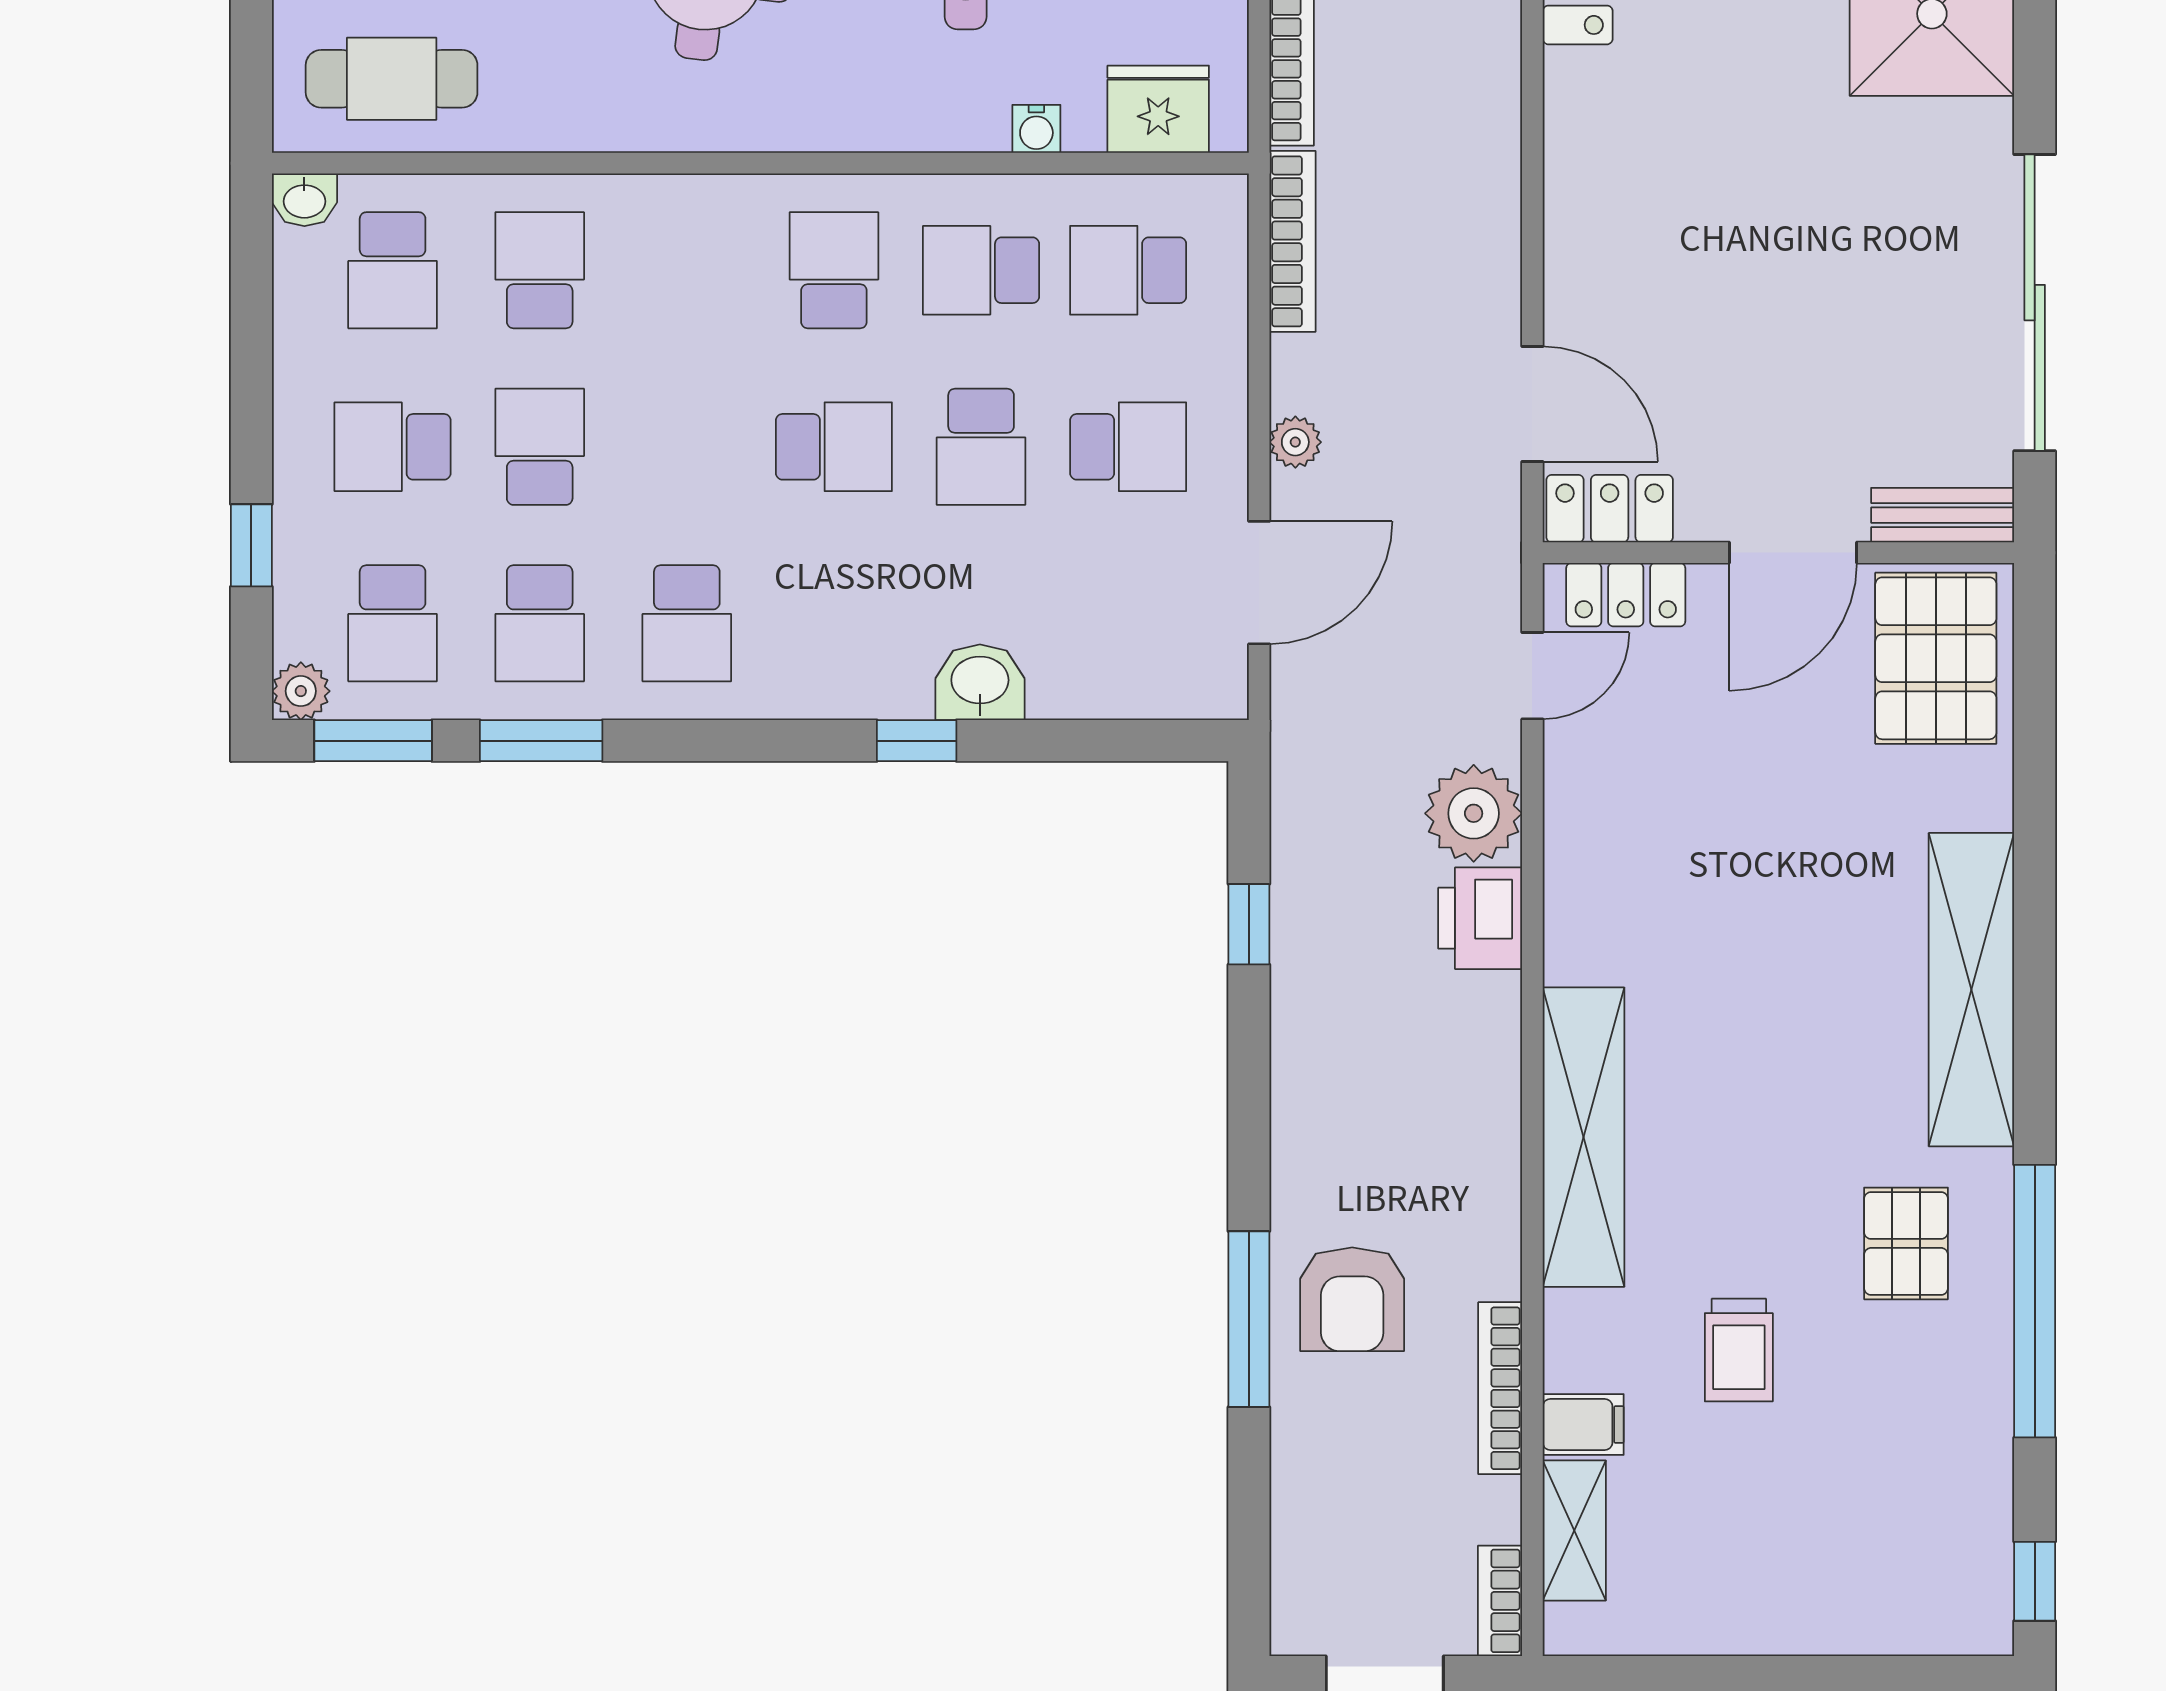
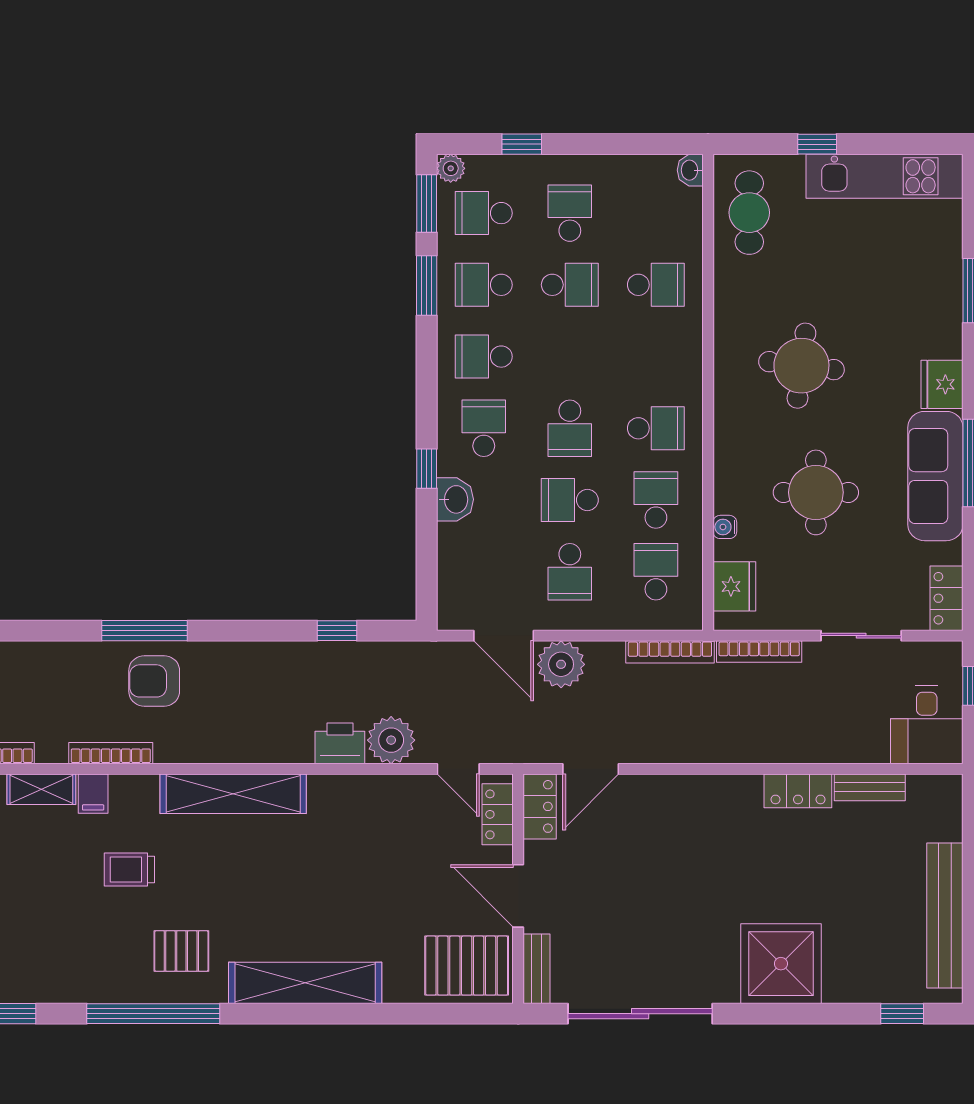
school desk: (393, 270) -> (484, 428), moved, turned 90
plant: (1295, 442) -> (561, 664), width x1.88, depth x1.88

